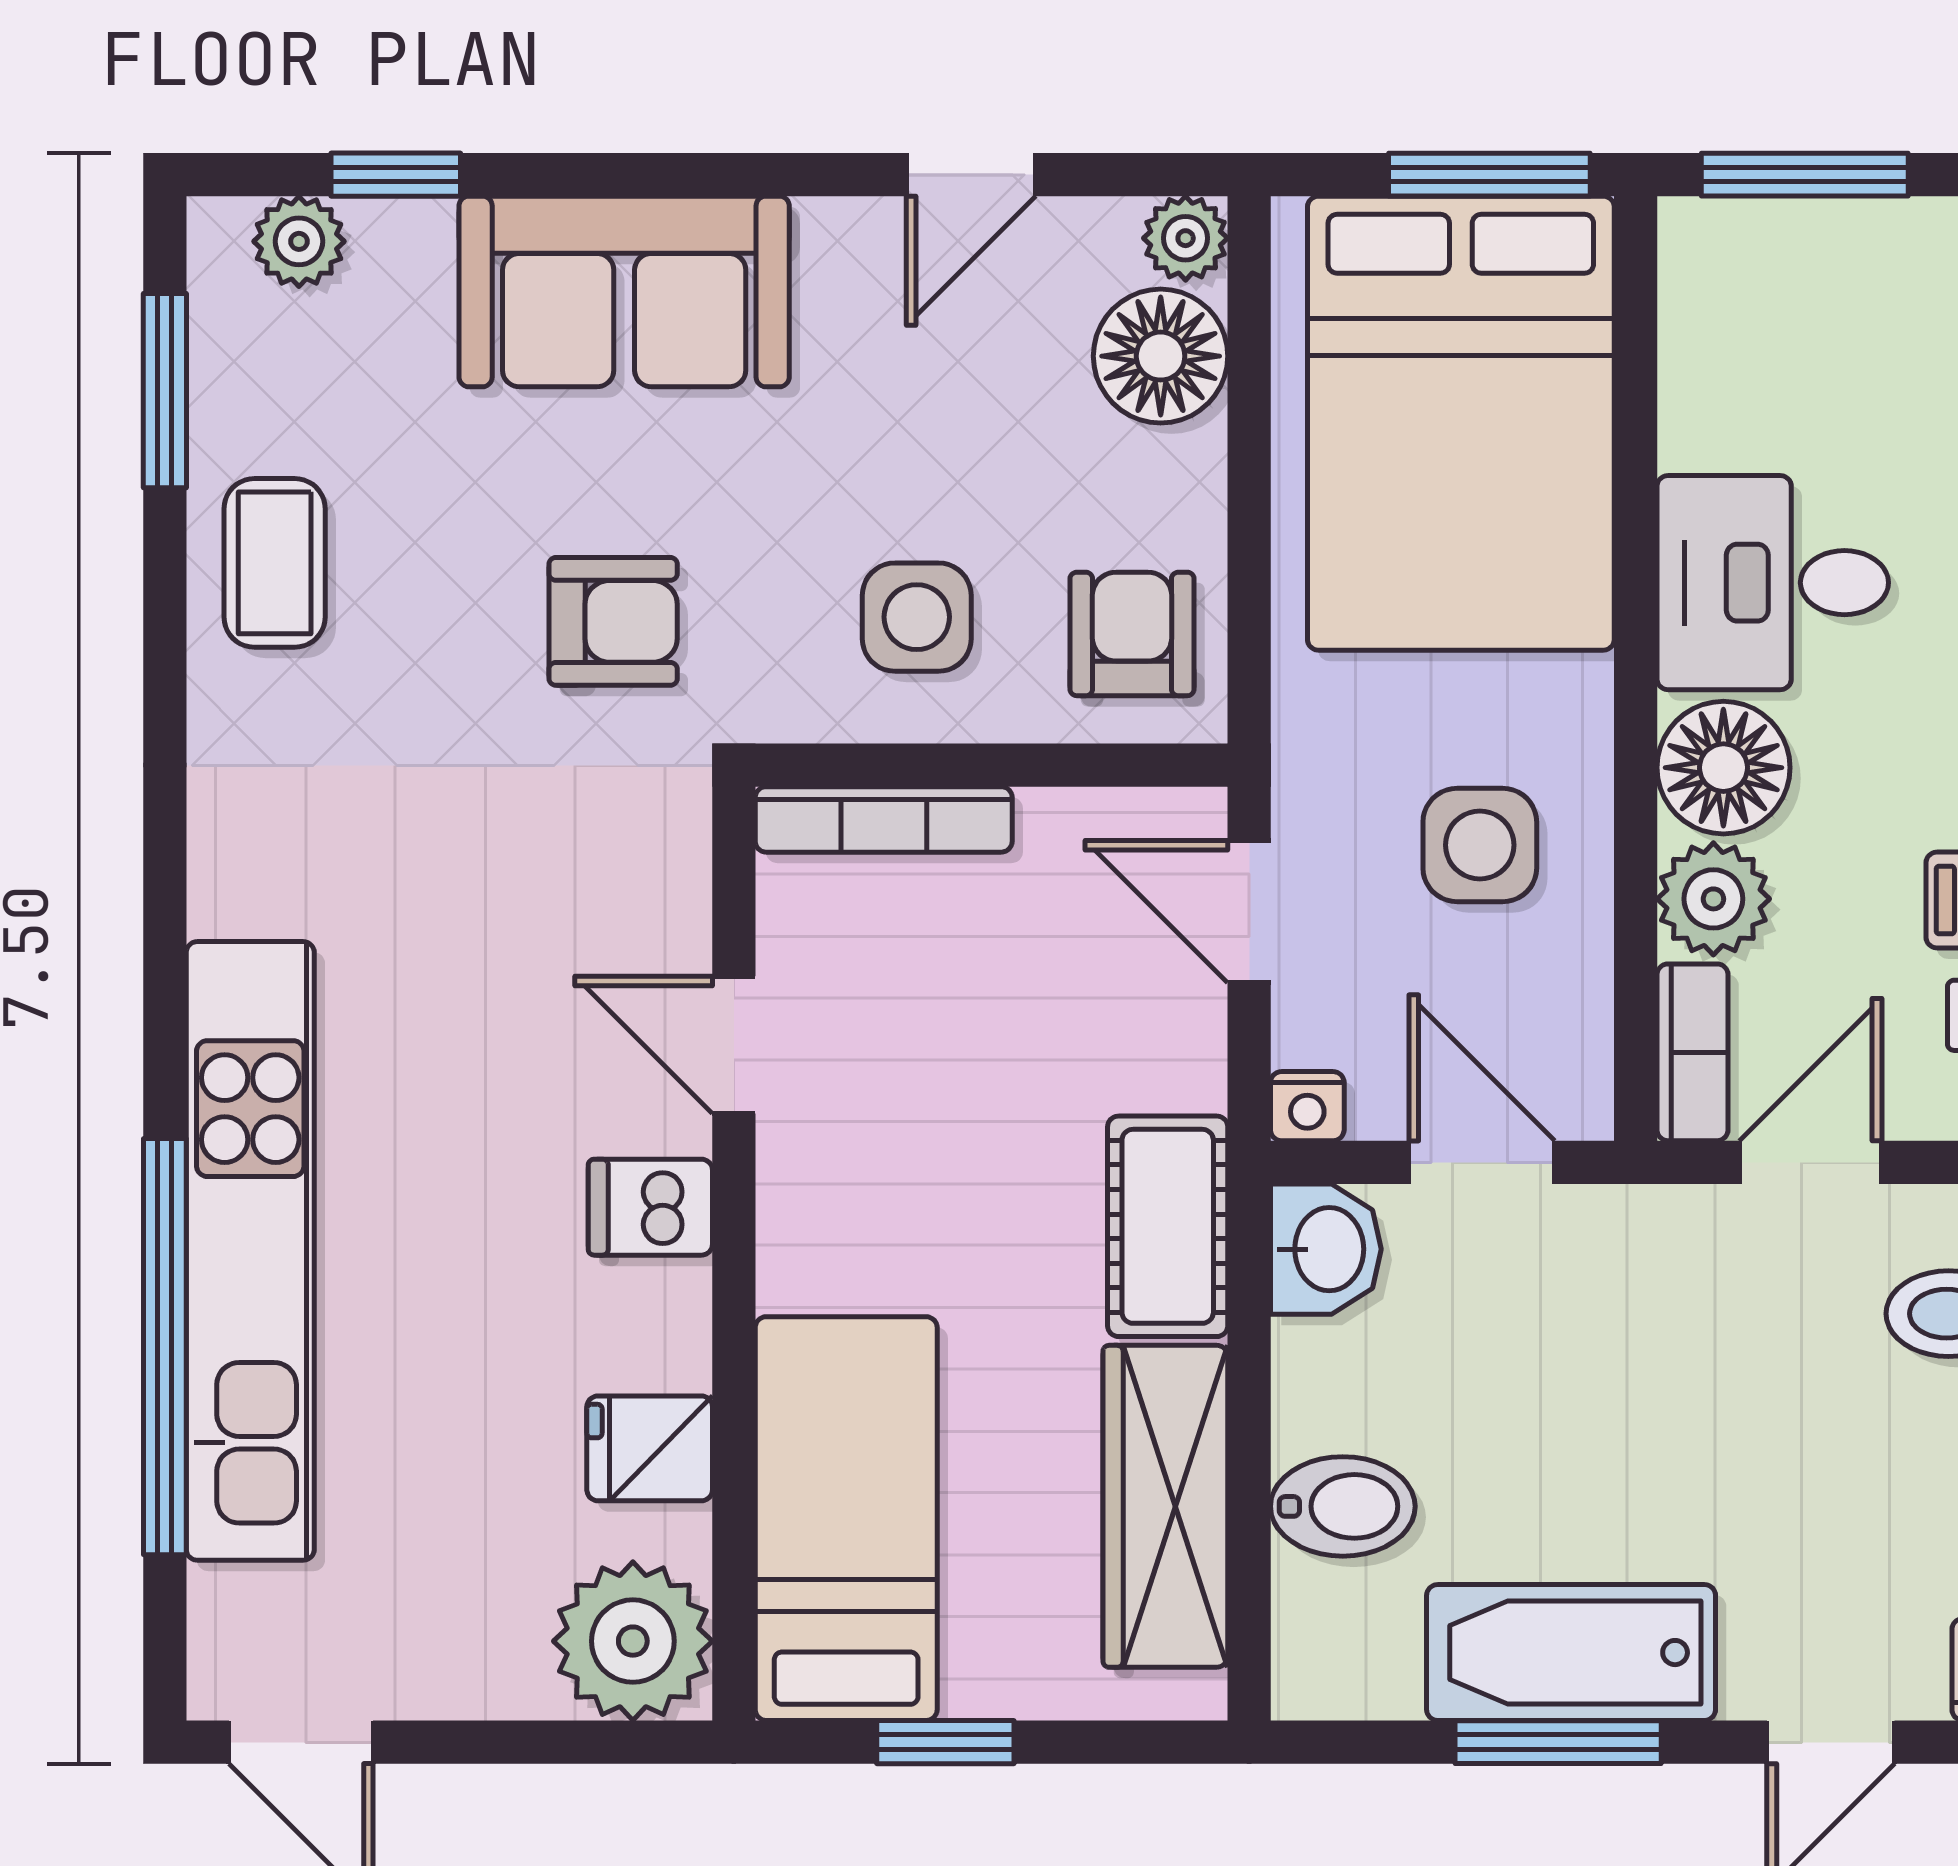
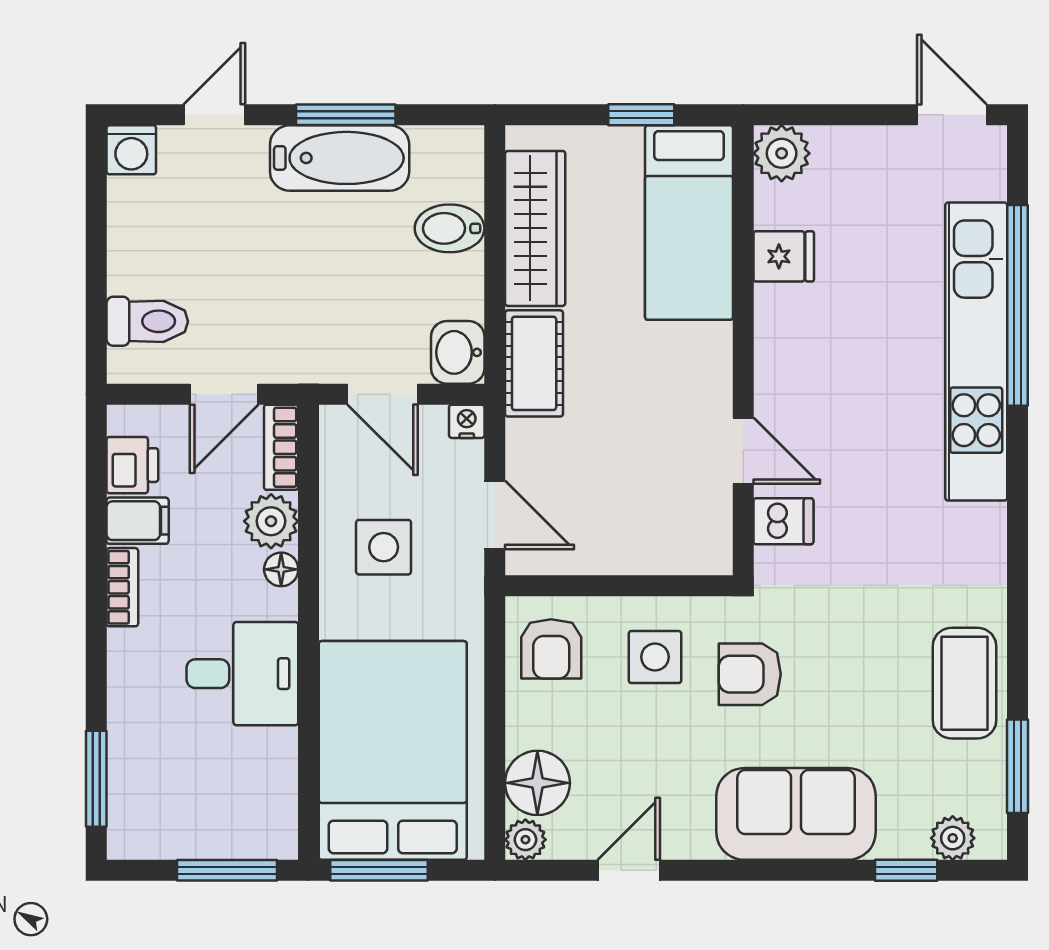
coffee table: (275, 563) -> (964, 683), width x1.36, depth x1.30
armchair: (613, 621) -> (750, 674), moved
floor lamp: (1723, 768) -> (281, 569), width x0.53, depth x0.53
bookcase: (884, 819) -> (671, 560), removed
dishwasher: (650, 1207) -> (783, 521), moved
plant: (633, 1641) -> (782, 153), width x0.73, depth x0.73

